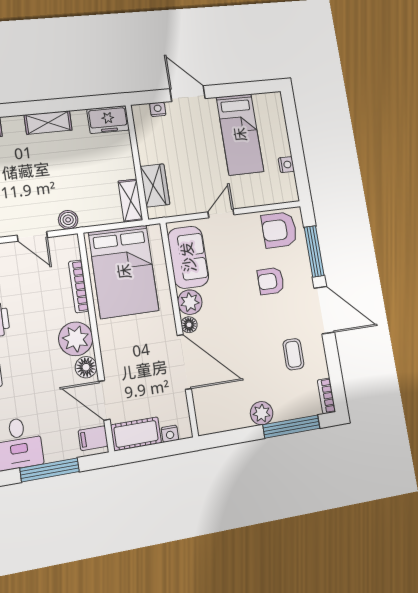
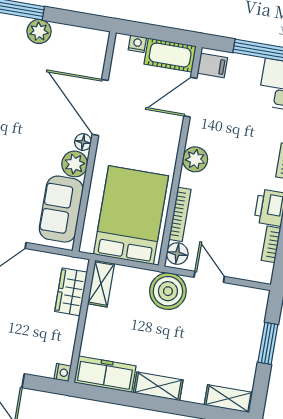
nightstand: (158, 109) -> (63, 373), moved, turned -90
freezer: (108, 120) -> (105, 374), width x1.40
boiler: (68, 220) -> (168, 291), width x1.86, depth x1.86
plant: (76, 339) -> (195, 159), width x0.73, depth x0.73
floor lamp: (86, 367) -> (177, 254), moved
door: (104, 400) -> (190, 97), swing flipped

